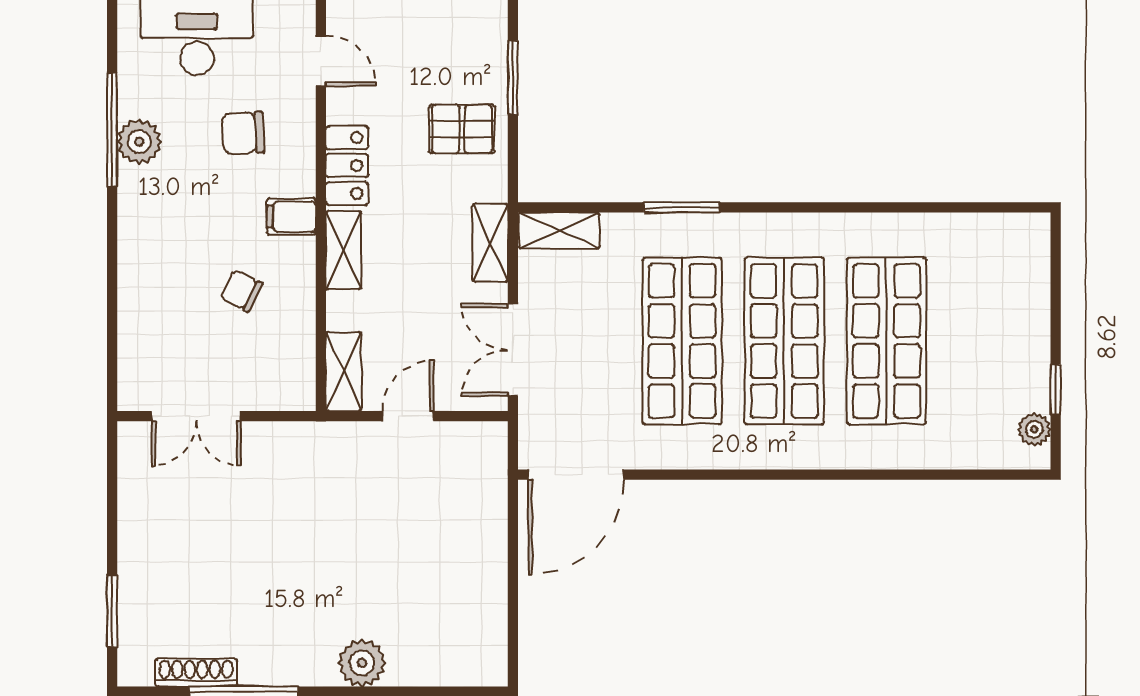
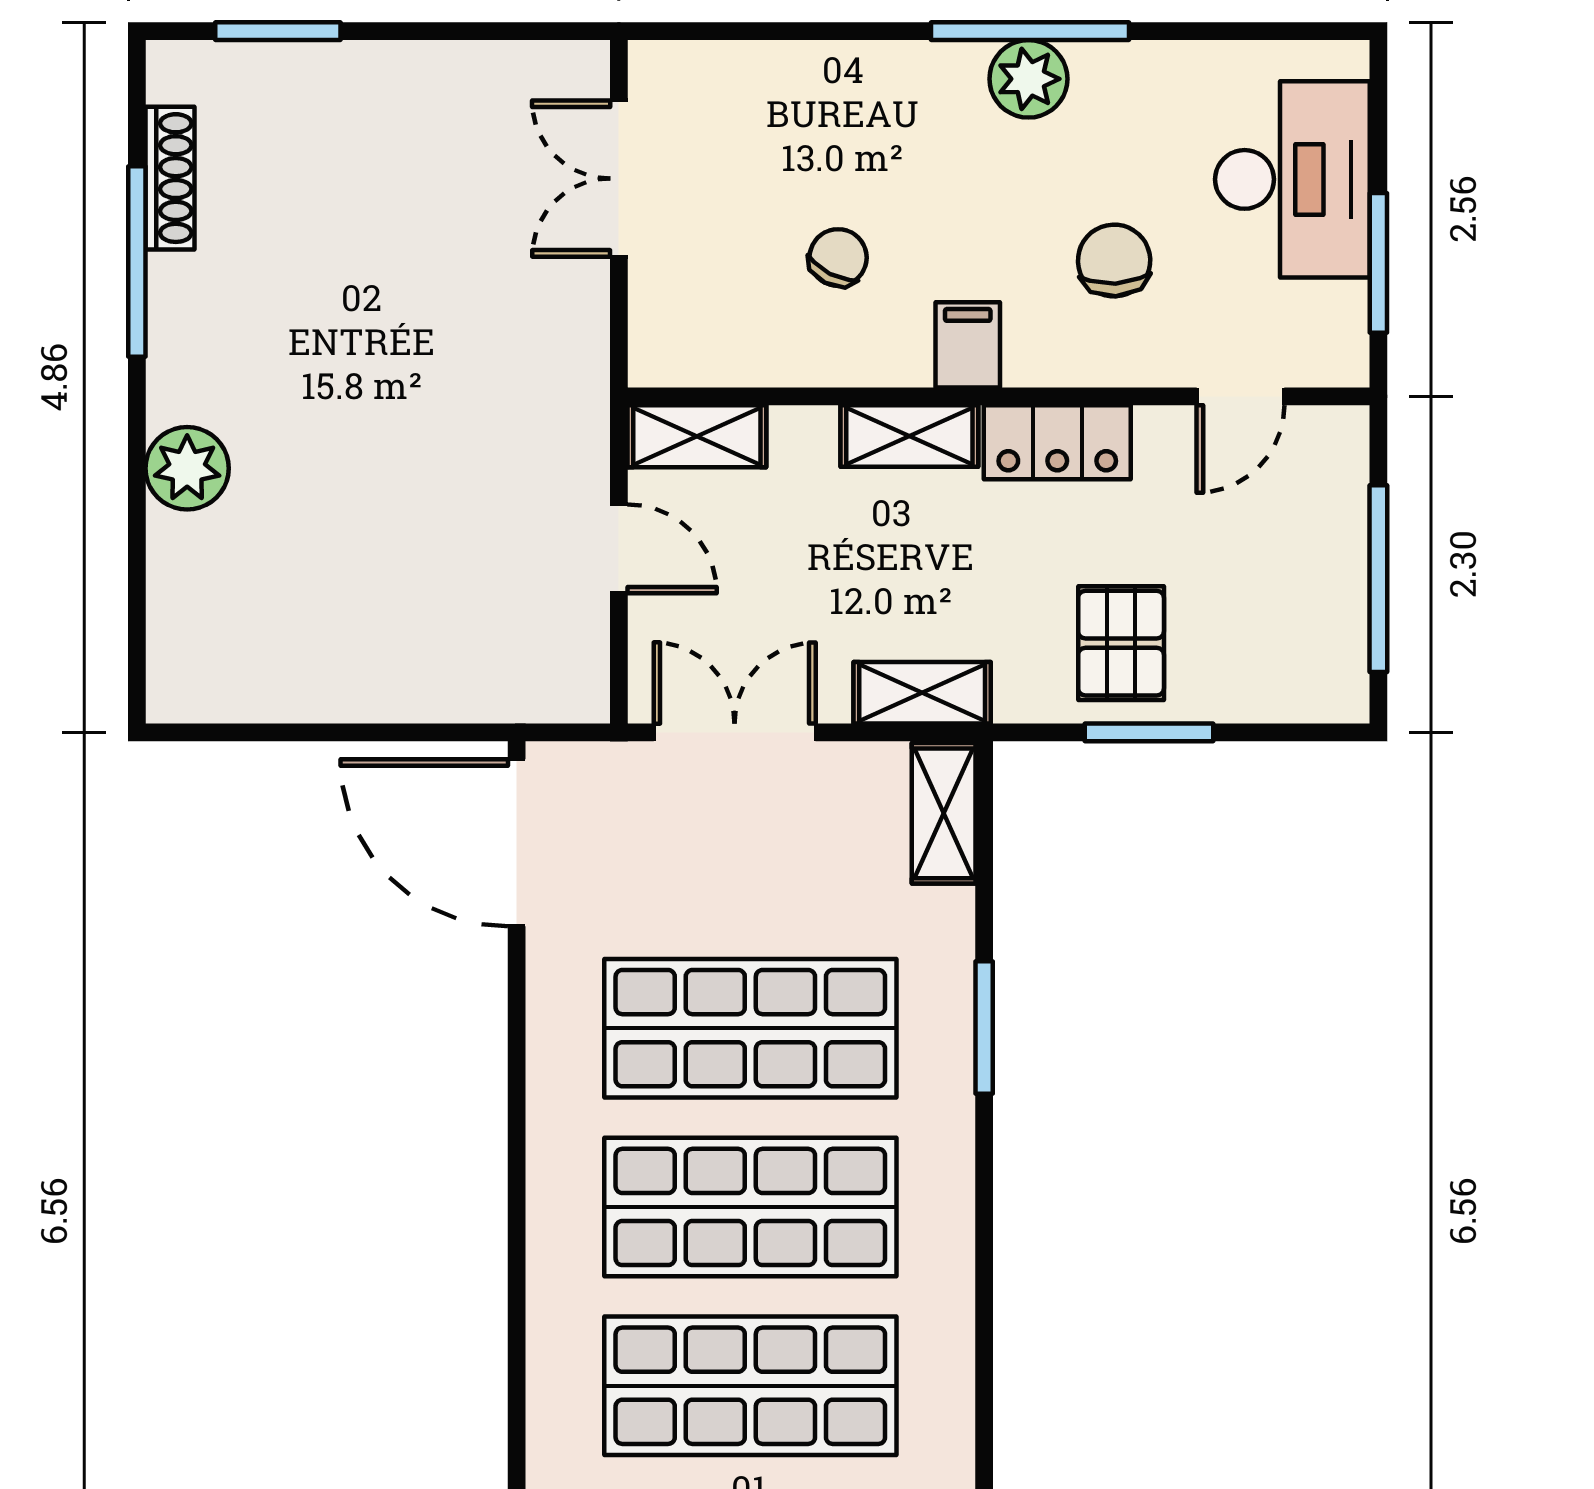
window: (513, 78) -> (1149, 732), moved
window: (112, 130) -> (1030, 31), moved
plant: (139, 142) -> (1028, 79), moved

